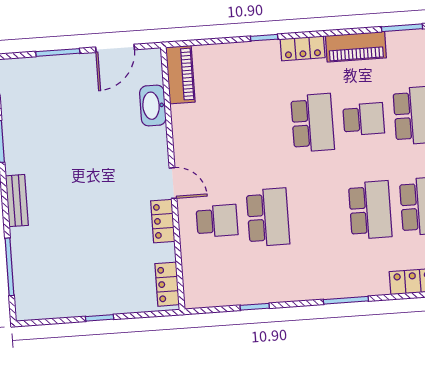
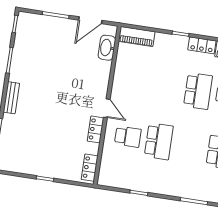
piano: (180, 75) -> (137, 36), moved, turned 90
washbasin: (153, 106) -> (107, 48), moved

